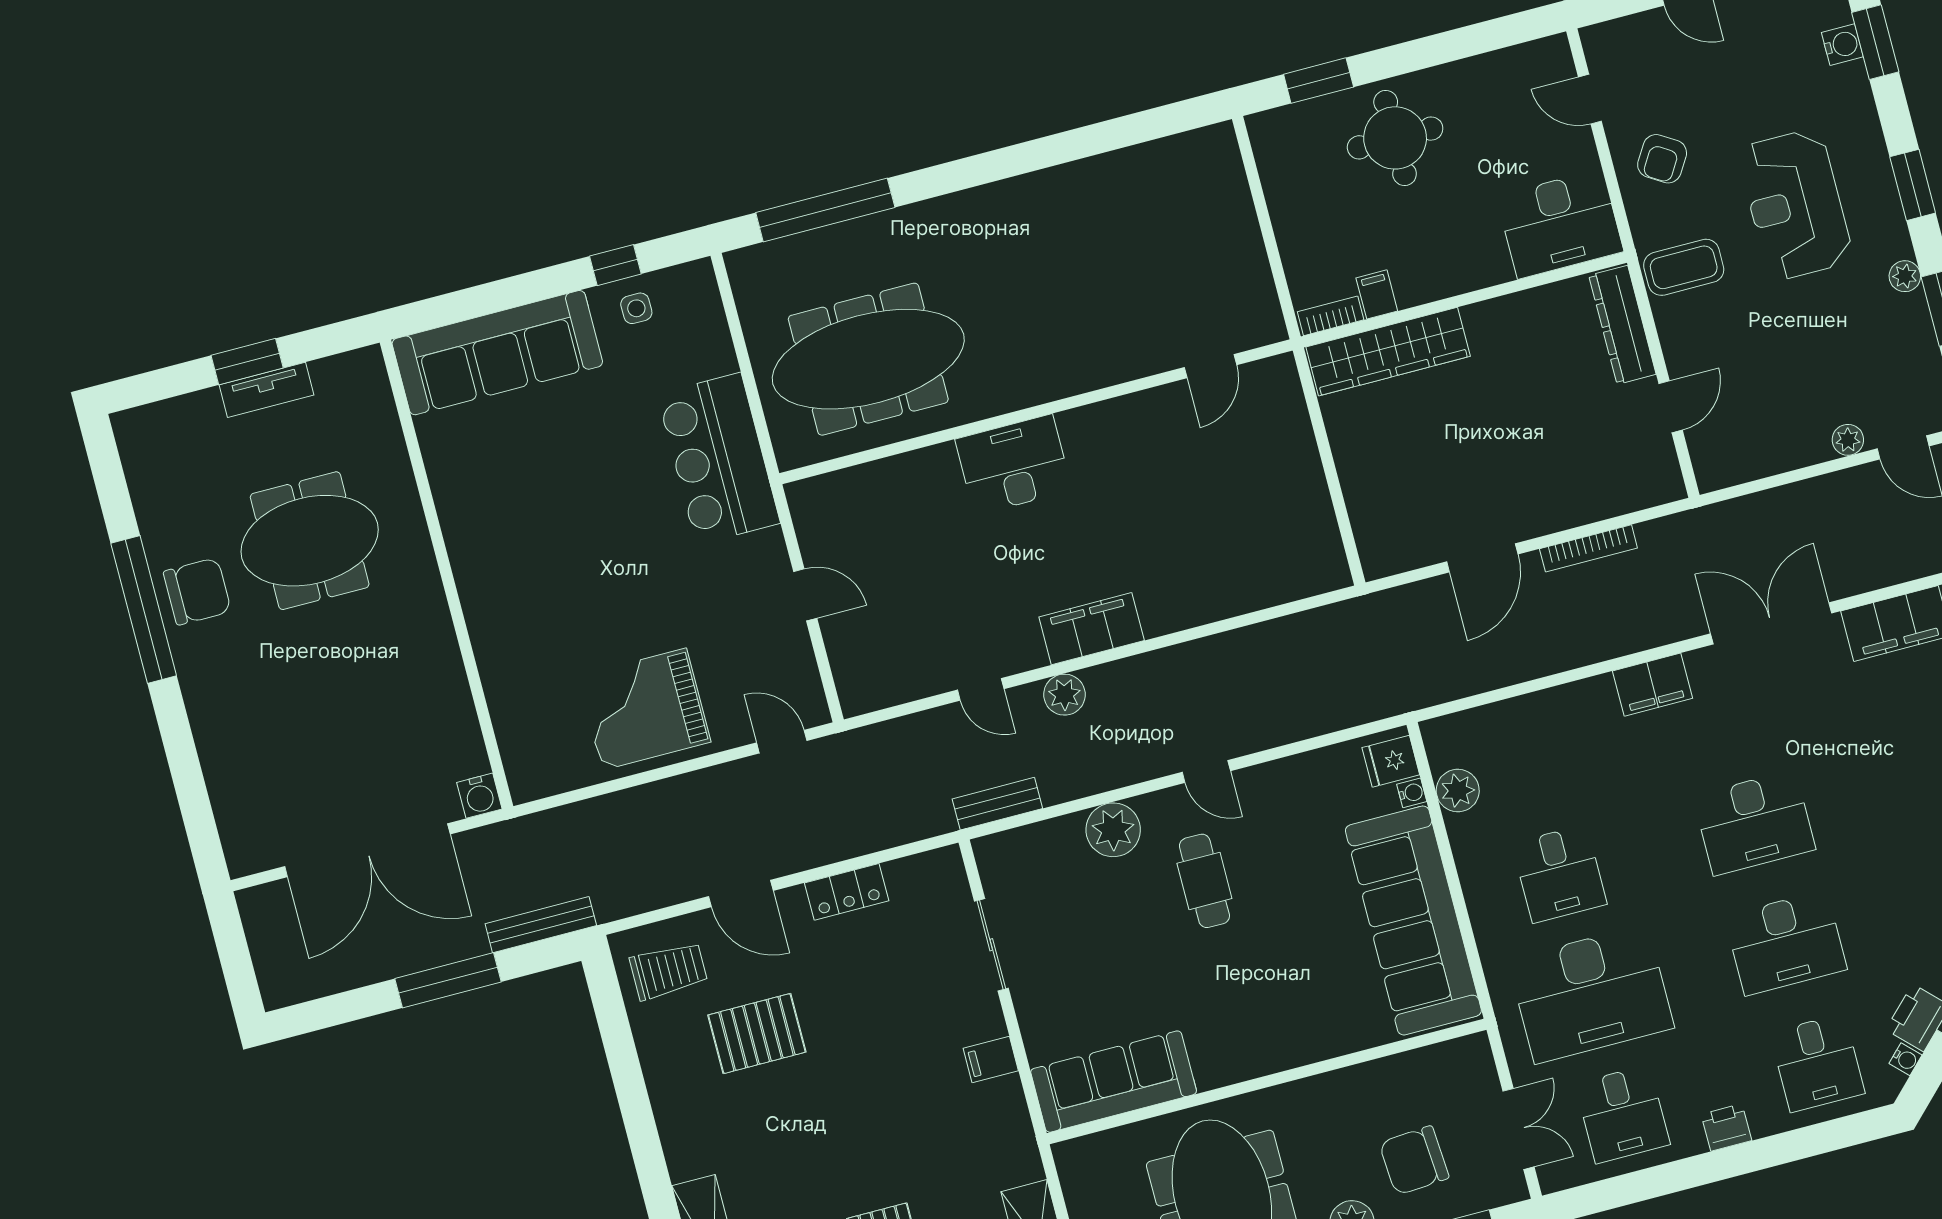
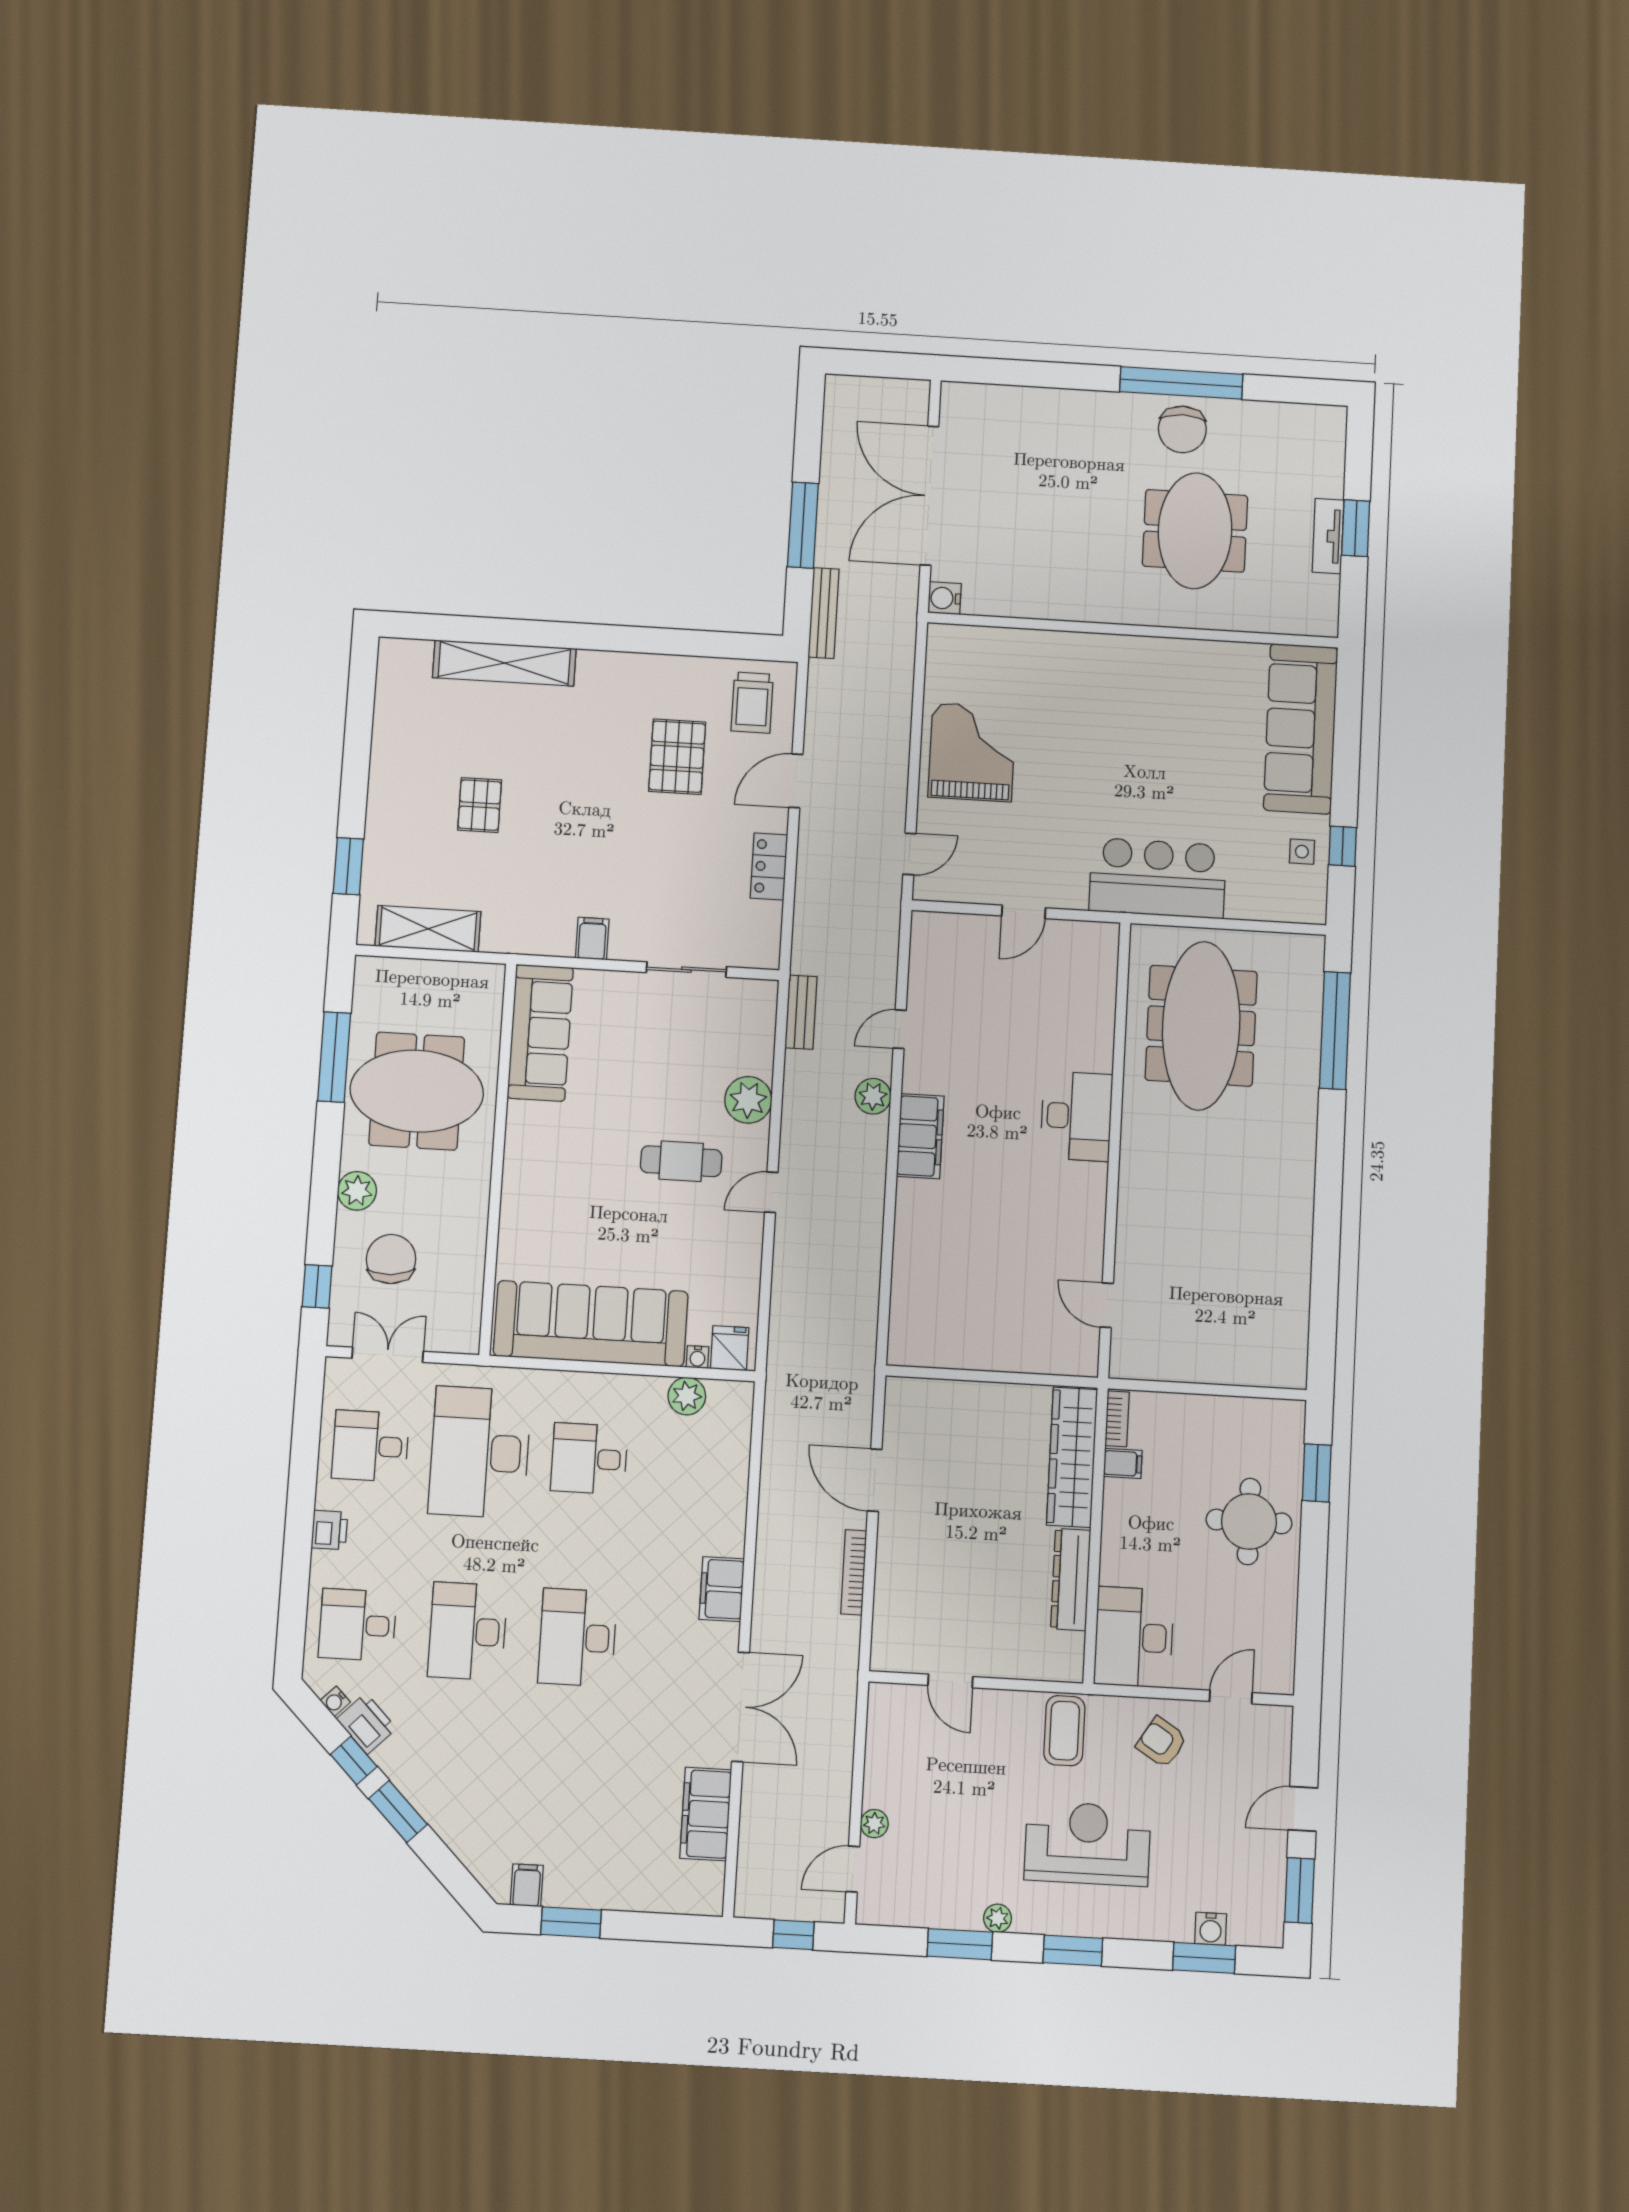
dresser: (1622, 325) -> (1071, 1579), moved, turned -90
double door: (1519, 1129) -> (388, 1355), swing flipped

